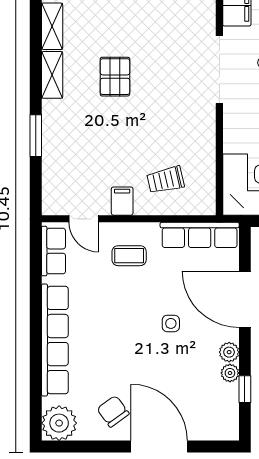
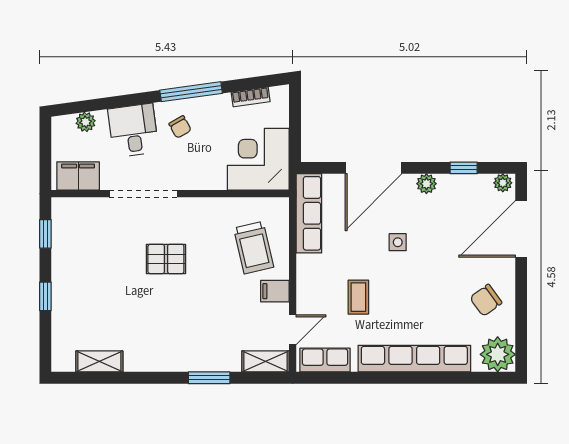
shelving: (52, 75) -> (266, 361), moved
pallet: (115, 77) -> (166, 259), moved
trolley: (165, 180) -> (254, 248), width x1.36, depth x1.39
coffee table: (129, 256) -> (358, 297), moved
plant: (230, 373) -> (503, 183), moved
door: (159, 446) -> (521, 229), moved

